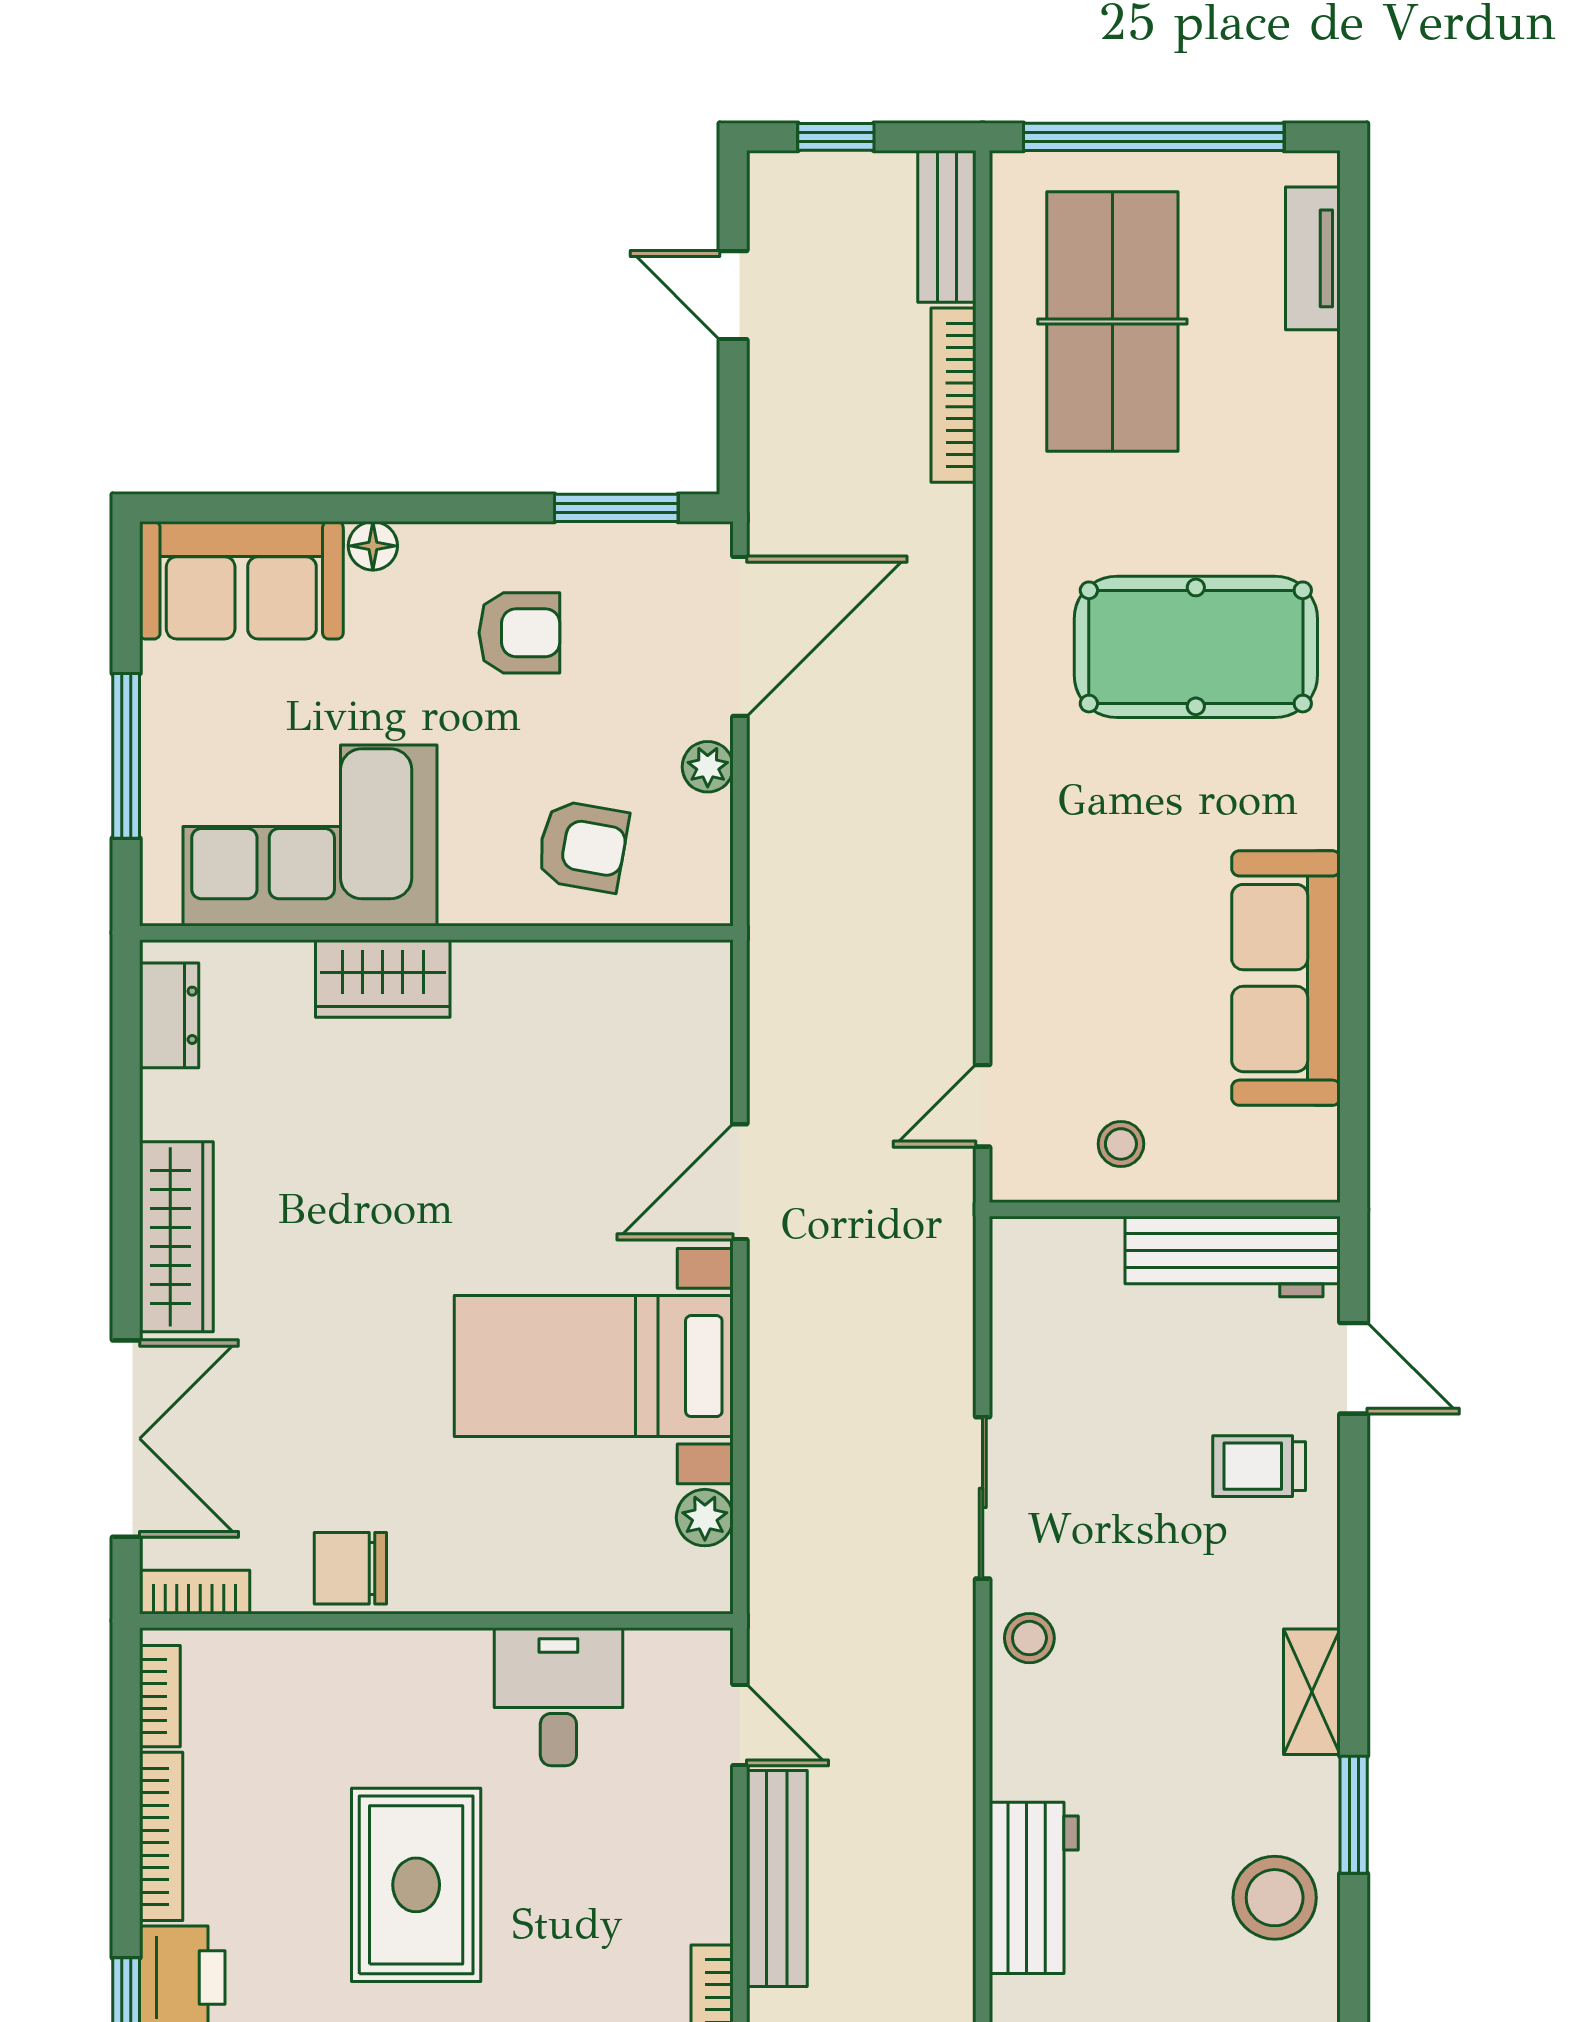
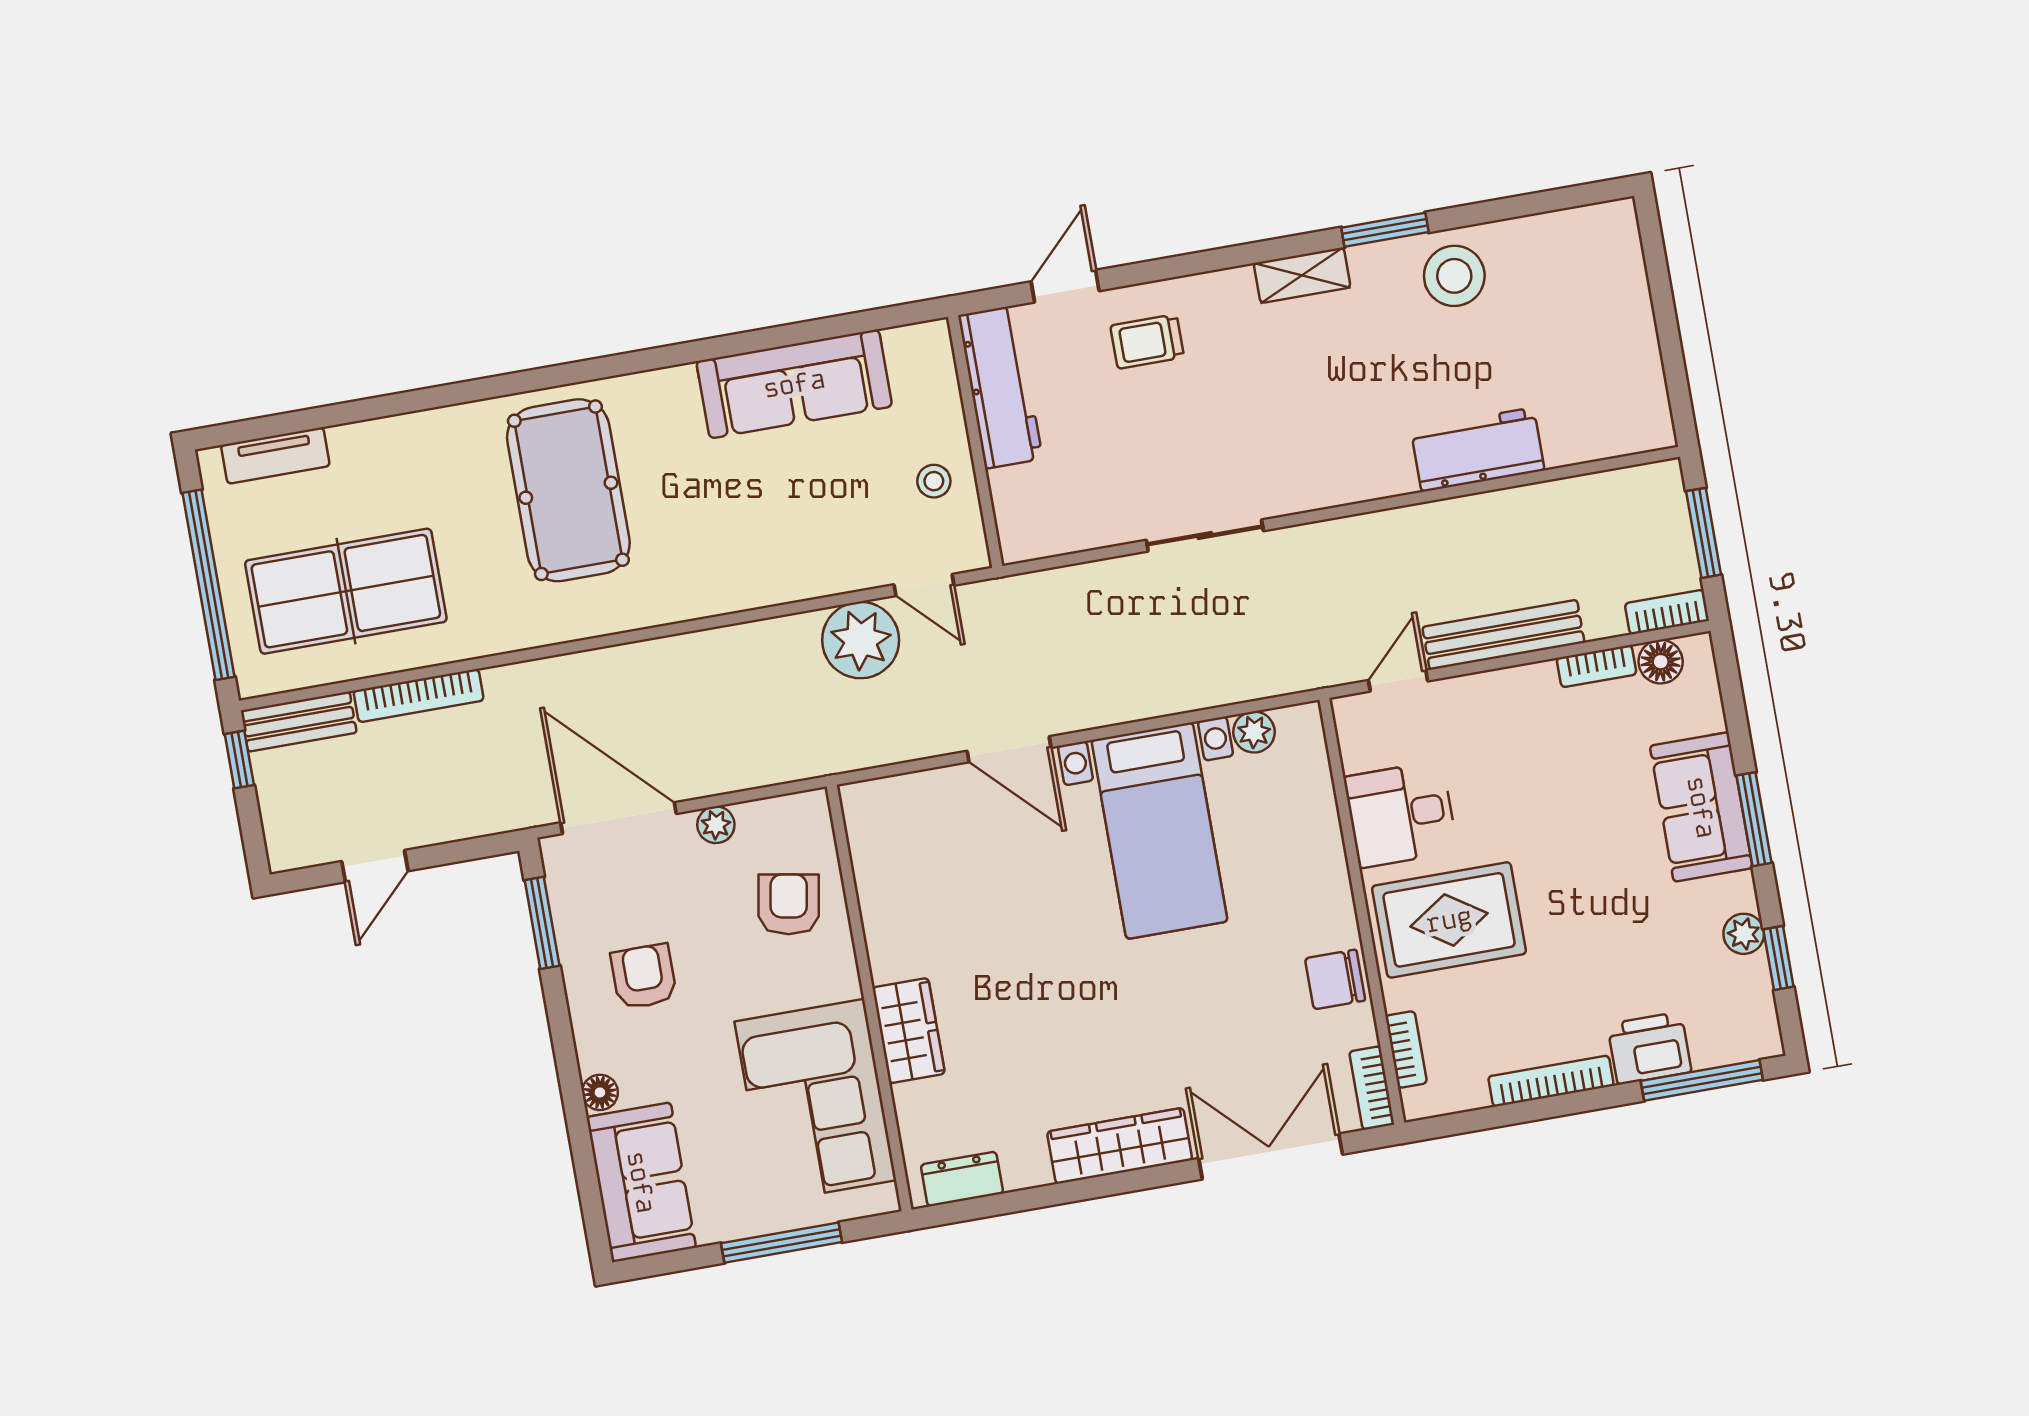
window: (836, 137) -> (239, 760), moved
plant: (923, 1007) -> (861, 640), added
trolley: (1259, 1466) -> (1147, 341), turned 90
chair: (350, 1568) -> (1335, 979), turned 90
stool: (1029, 1638) -> (1299, 484), removed
bookcase: (160, 1696) -> (1406, 1049), moved, turned 90
rug: (416, 1885) -> (1449, 920), moved

